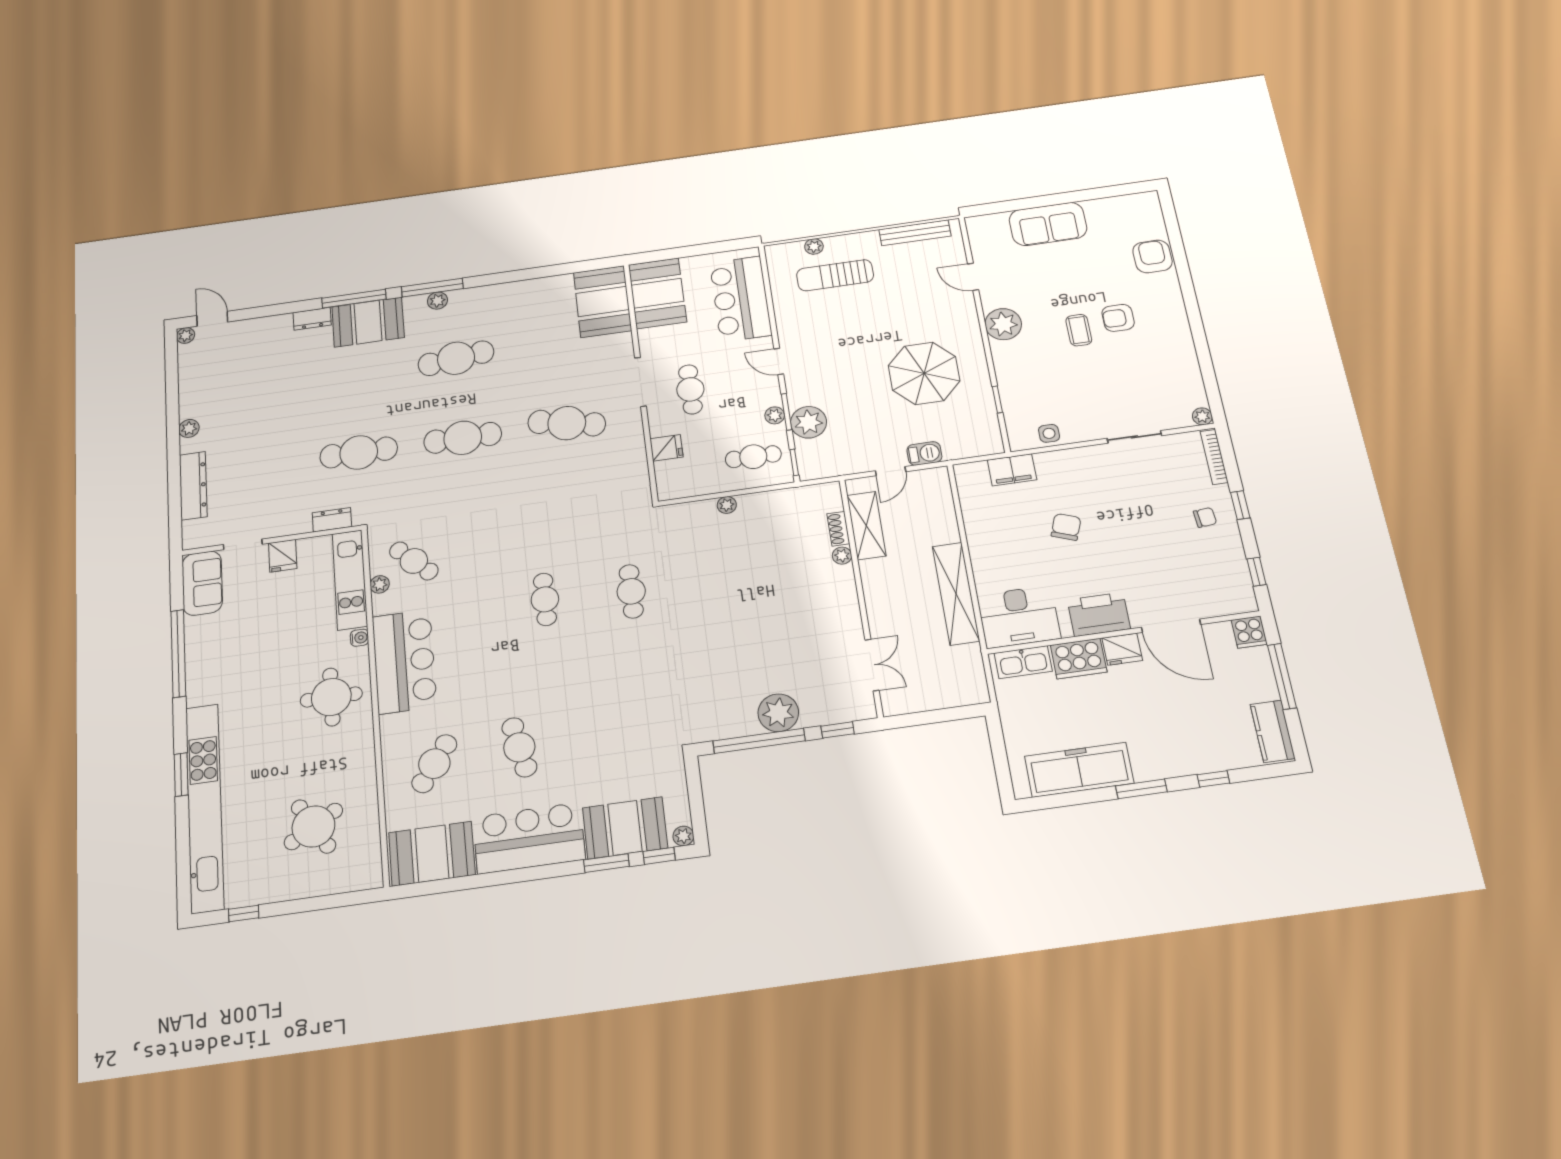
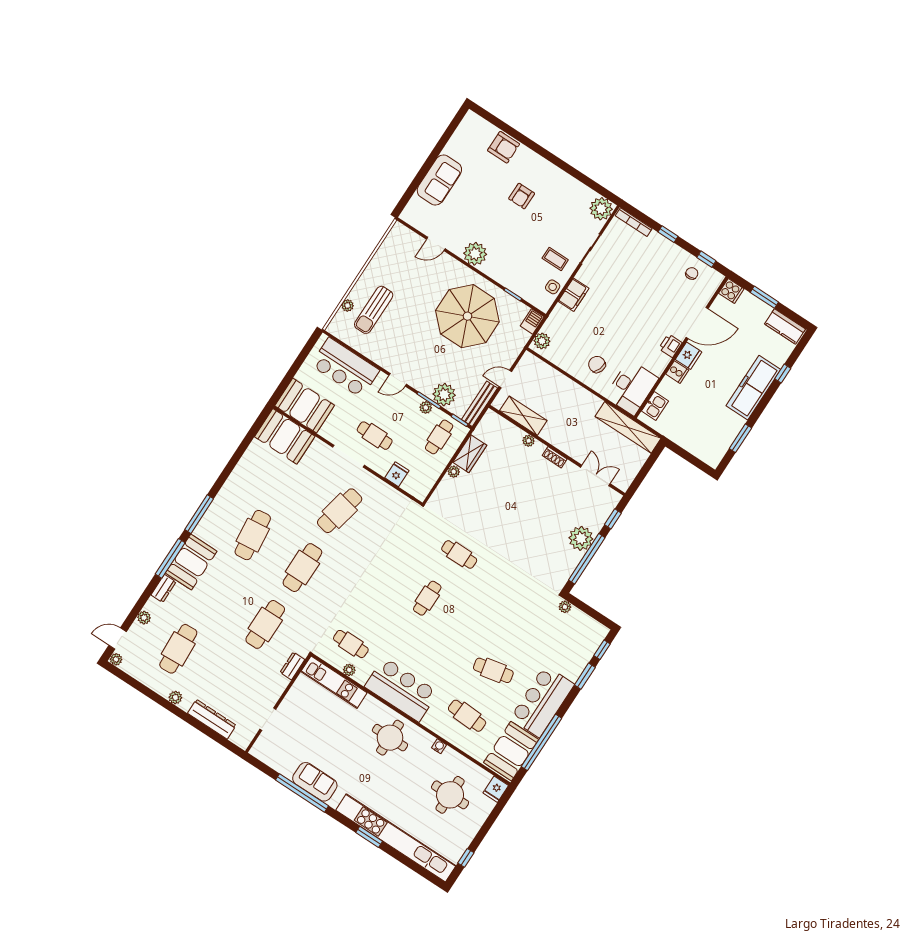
bench: (915, 233) -> (480, 404), moved
armchair: (1152, 256) -> (504, 147), turned 180
plant: (437, 301) -> (144, 618), moved
coffee table: (1079, 330) -> (555, 259), moved
parasol: (924, 373) -> (467, 316), width x1.36, depth x1.36
cafe table: (252, 387) -> (178, 649), added
plant: (1202, 416) -> (601, 209), width x1.87, depth x1.87
barbecue: (924, 453) -> (532, 321), moved
filing cabinet: (1012, 470) -> (574, 295), moved
door: (891, 471) -> (505, 379), swing flipped
plant: (975, 473) -> (542, 341), added
wardrobe: (765, 505) -> (470, 454), added
chair: (1205, 517) -> (692, 273), moved
chair: (1066, 527) -> (597, 364), moved
shoe rack: (838, 529) -> (555, 457), moved
fridge: (283, 556) -> (496, 789), moved, turned 90
cafe table: (414, 561) -> (351, 644), turned 46
sofa: (202, 583) -> (315, 782), moved
shelving: (956, 594) -> (628, 427), moved
cafe table: (545, 599) -> (427, 598), turned 90
printer: (1099, 614) -> (670, 346), width x0.53, depth x0.68
water cooler: (359, 638) -> (439, 746), moved
cooker: (1079, 659) -> (677, 372), width x0.53, depth x0.76
kitchen sink: (1023, 662) -> (655, 406), width x0.73
window: (1282, 676) -> (764, 297), width x0.69
cafe table: (434, 764) -> (467, 716), turned -32
freezer: (1079, 770) -> (753, 388), moved
window: (1141, 789) -> (740, 438), moved
round table: (313, 826) -> (450, 795), turned 31
booth: (625, 828) -> (575, 654), removed
plant: (683, 836) -> (565, 607), moved
window: (474, 881) -> (541, 742), added

